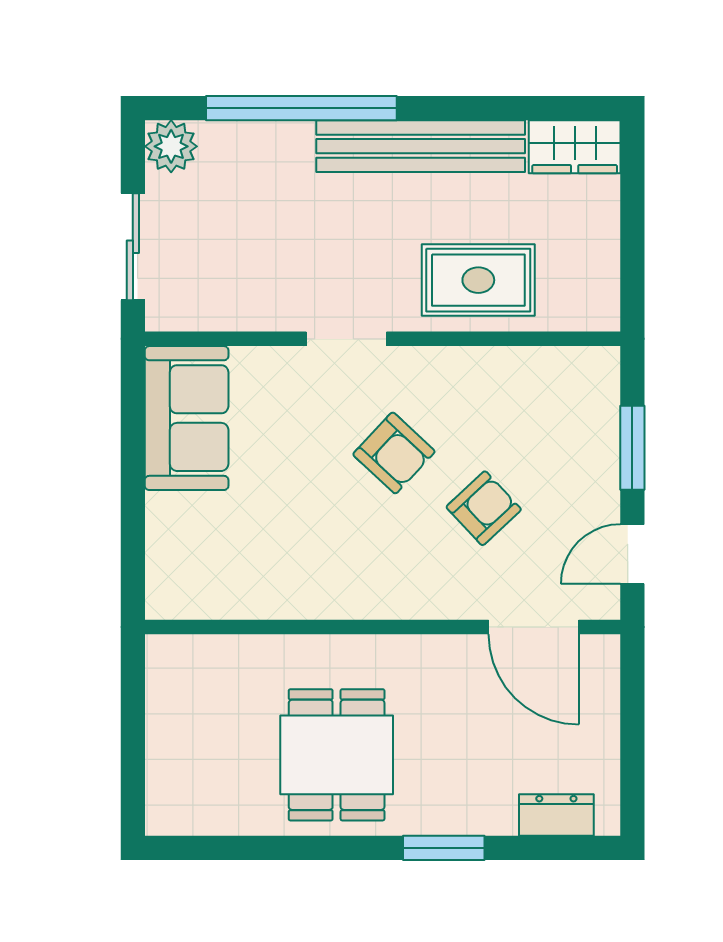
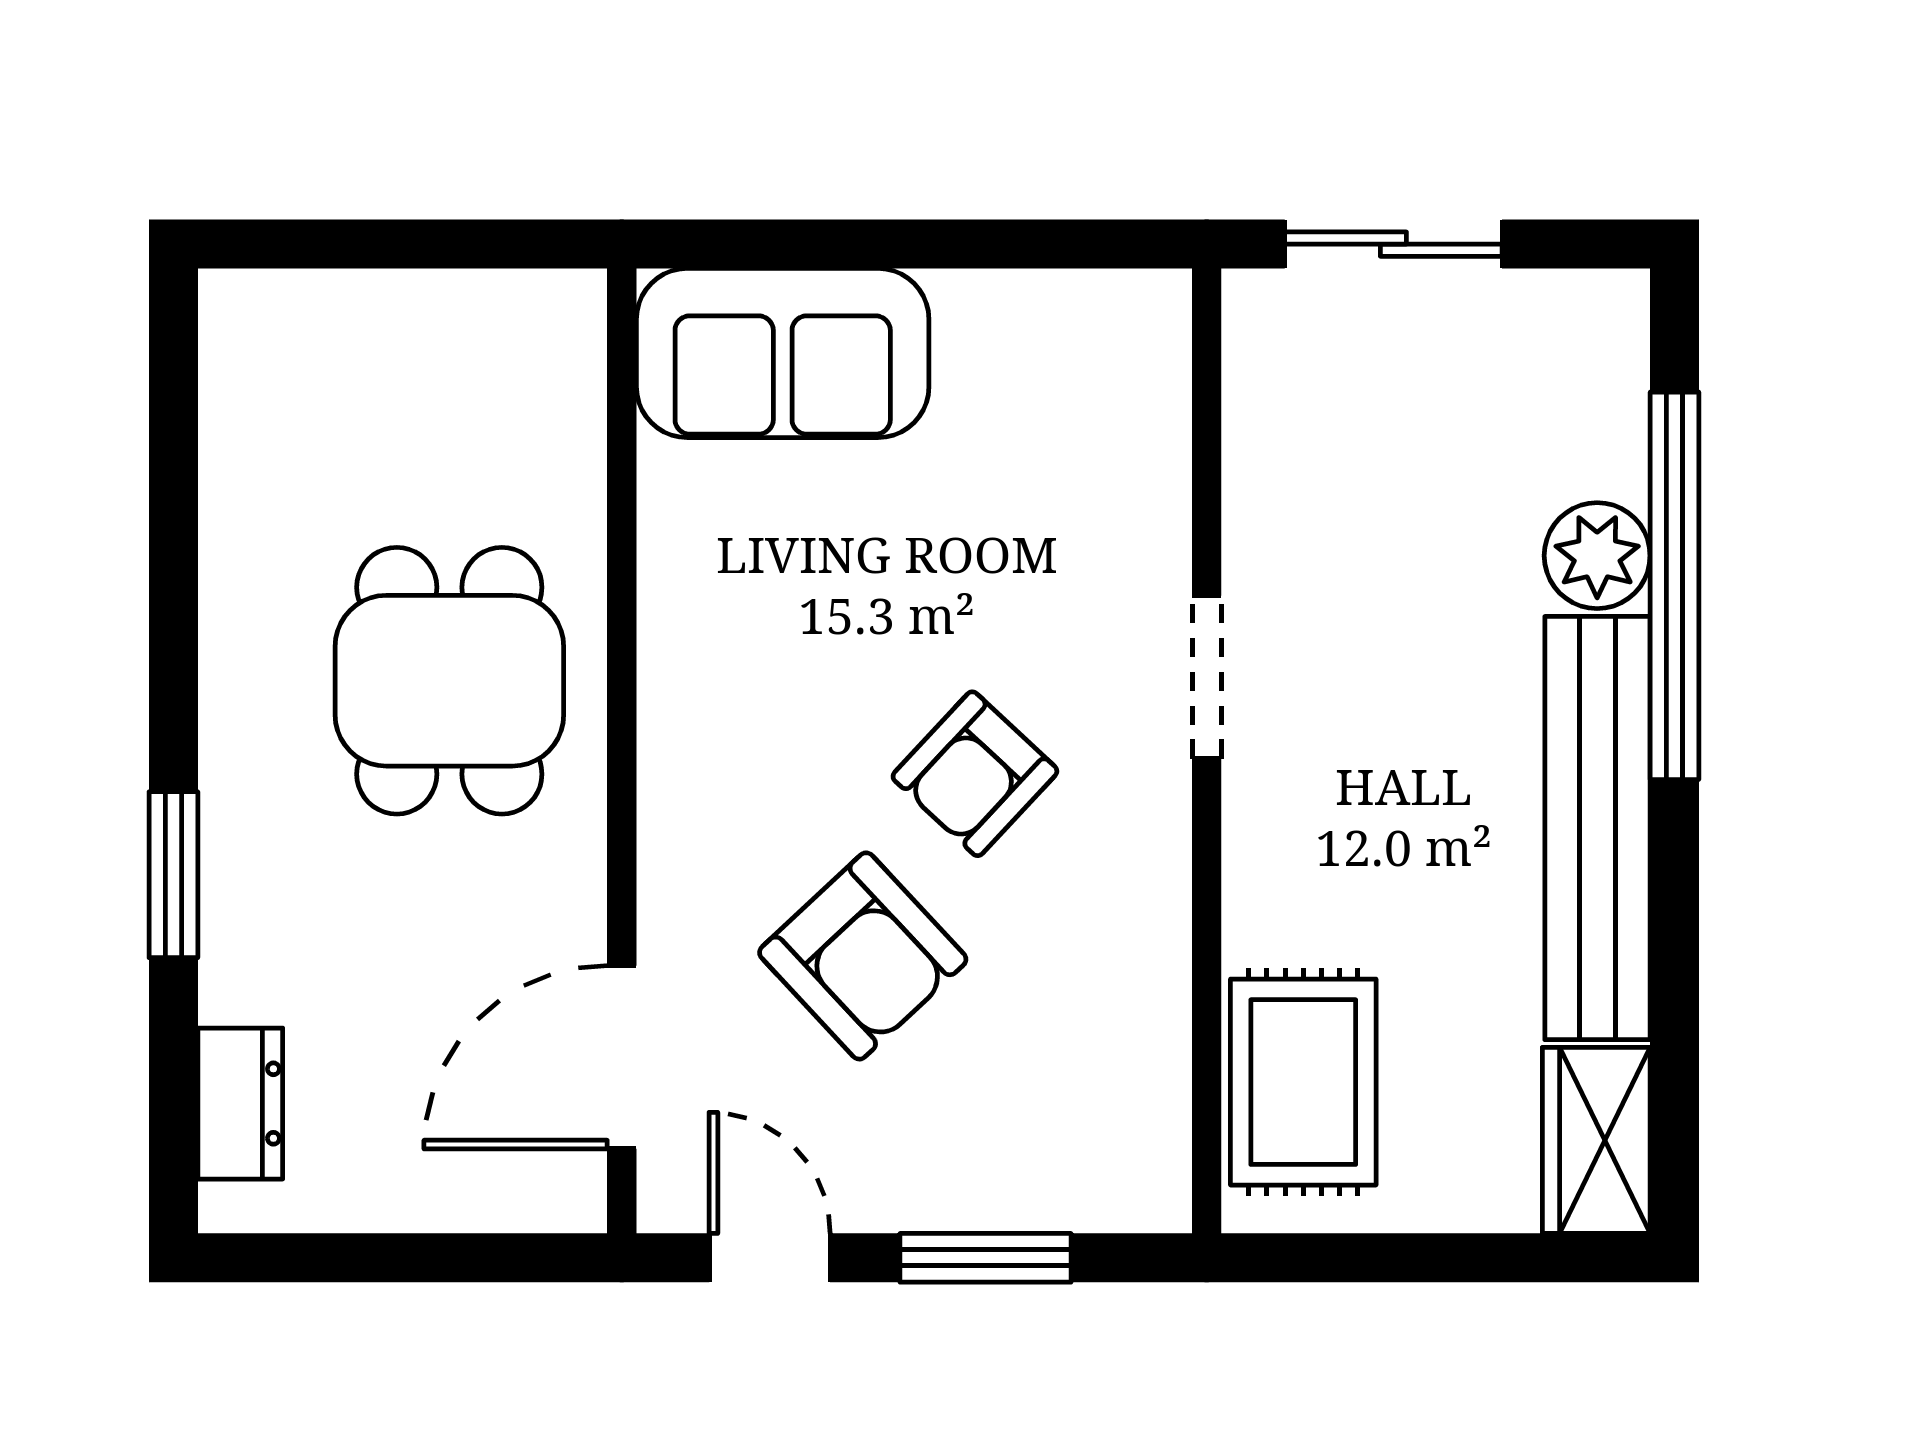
plant: (171, 146) -> (1597, 556), moved
rug: (478, 280) -> (1303, 1082), moved
sofa: (187, 418) -> (783, 353), moved
armchair: (484, 508) -> (863, 956), width x1.38, depth x1.38
dining table: (337, 755) -> (449, 681), moved, turned 90

